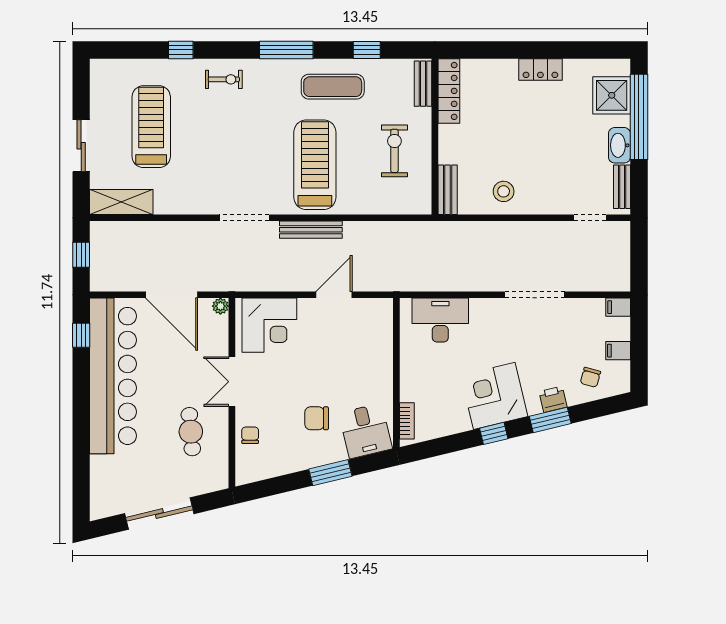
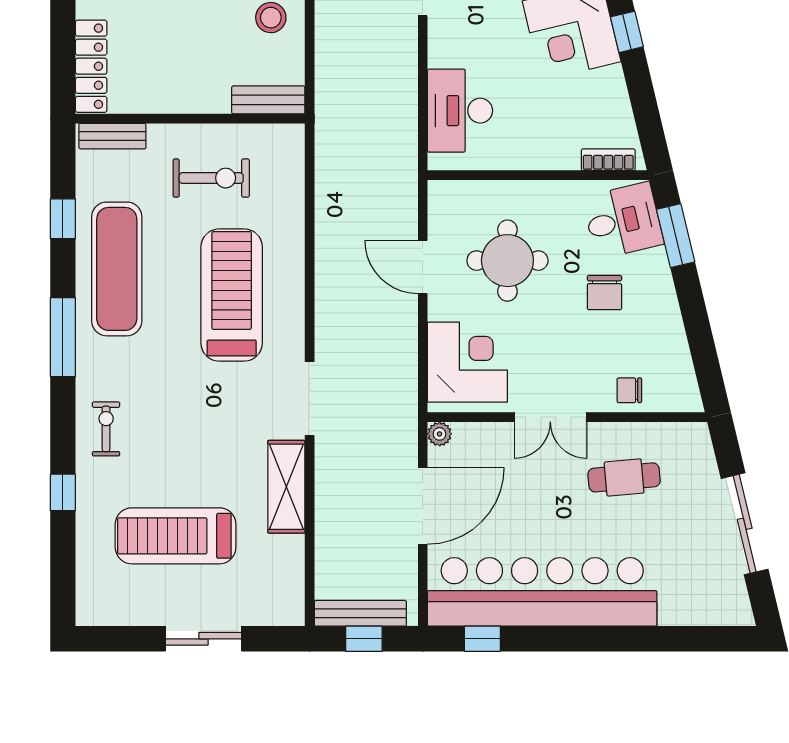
exercise mat: (333, 87) -> (117, 269), width x1.36, depth x1.45
locker: (449, 91) -> (91, 66), moved, turned 90
exercise bike: (394, 151) -> (211, 178), turned 180
treadmill: (315, 165) -> (232, 295), turned 90
shelving: (121, 202) -> (286, 487), moved
bench: (311, 230) -> (360, 613), moved, turned 90
round table: (338, 352) -> (507, 261), added
window: (330, 473) -> (676, 236), moved

